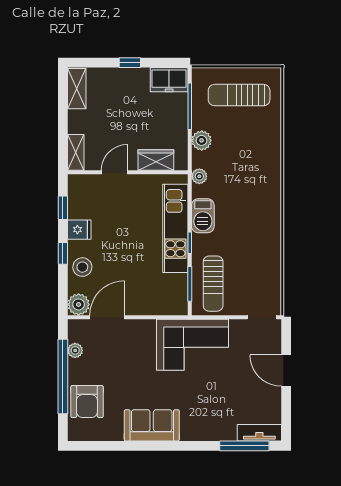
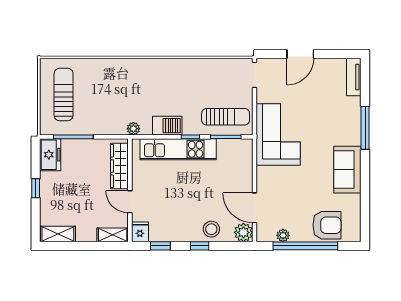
sun lounger: (239, 95) -> (64, 94), turned 180
plant: (202, 140) -> (103, 127), removed
wardrobe: (156, 160) -> (119, 166), width x1.50
fridge: (79, 230) -> (140, 232), moved
window: (244, 446) -> (365, 128), moved

